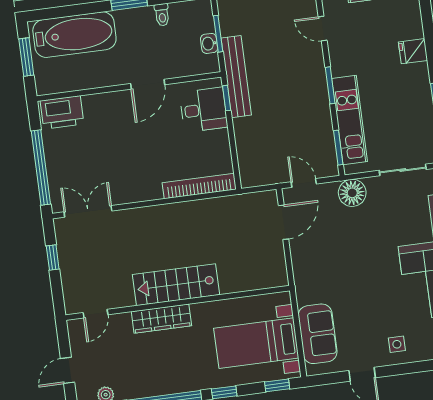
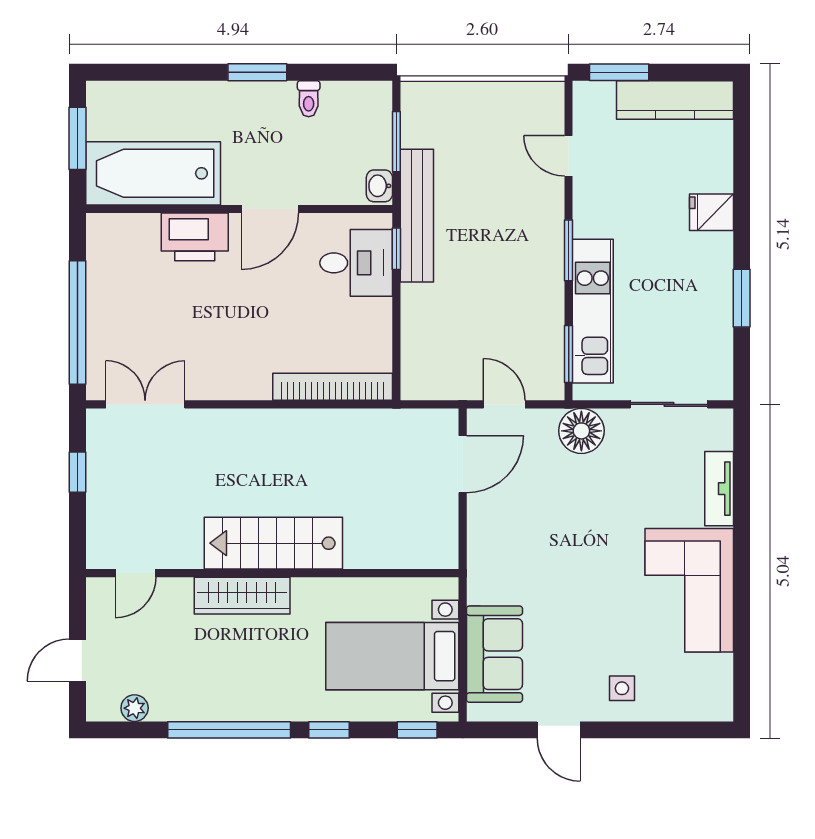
bathtub: (74, 35) -> (153, 173), moved, turned 180
washbasin: (209, 43) -> (379, 186), moved
printer: (62, 112) -> (195, 237), moved

